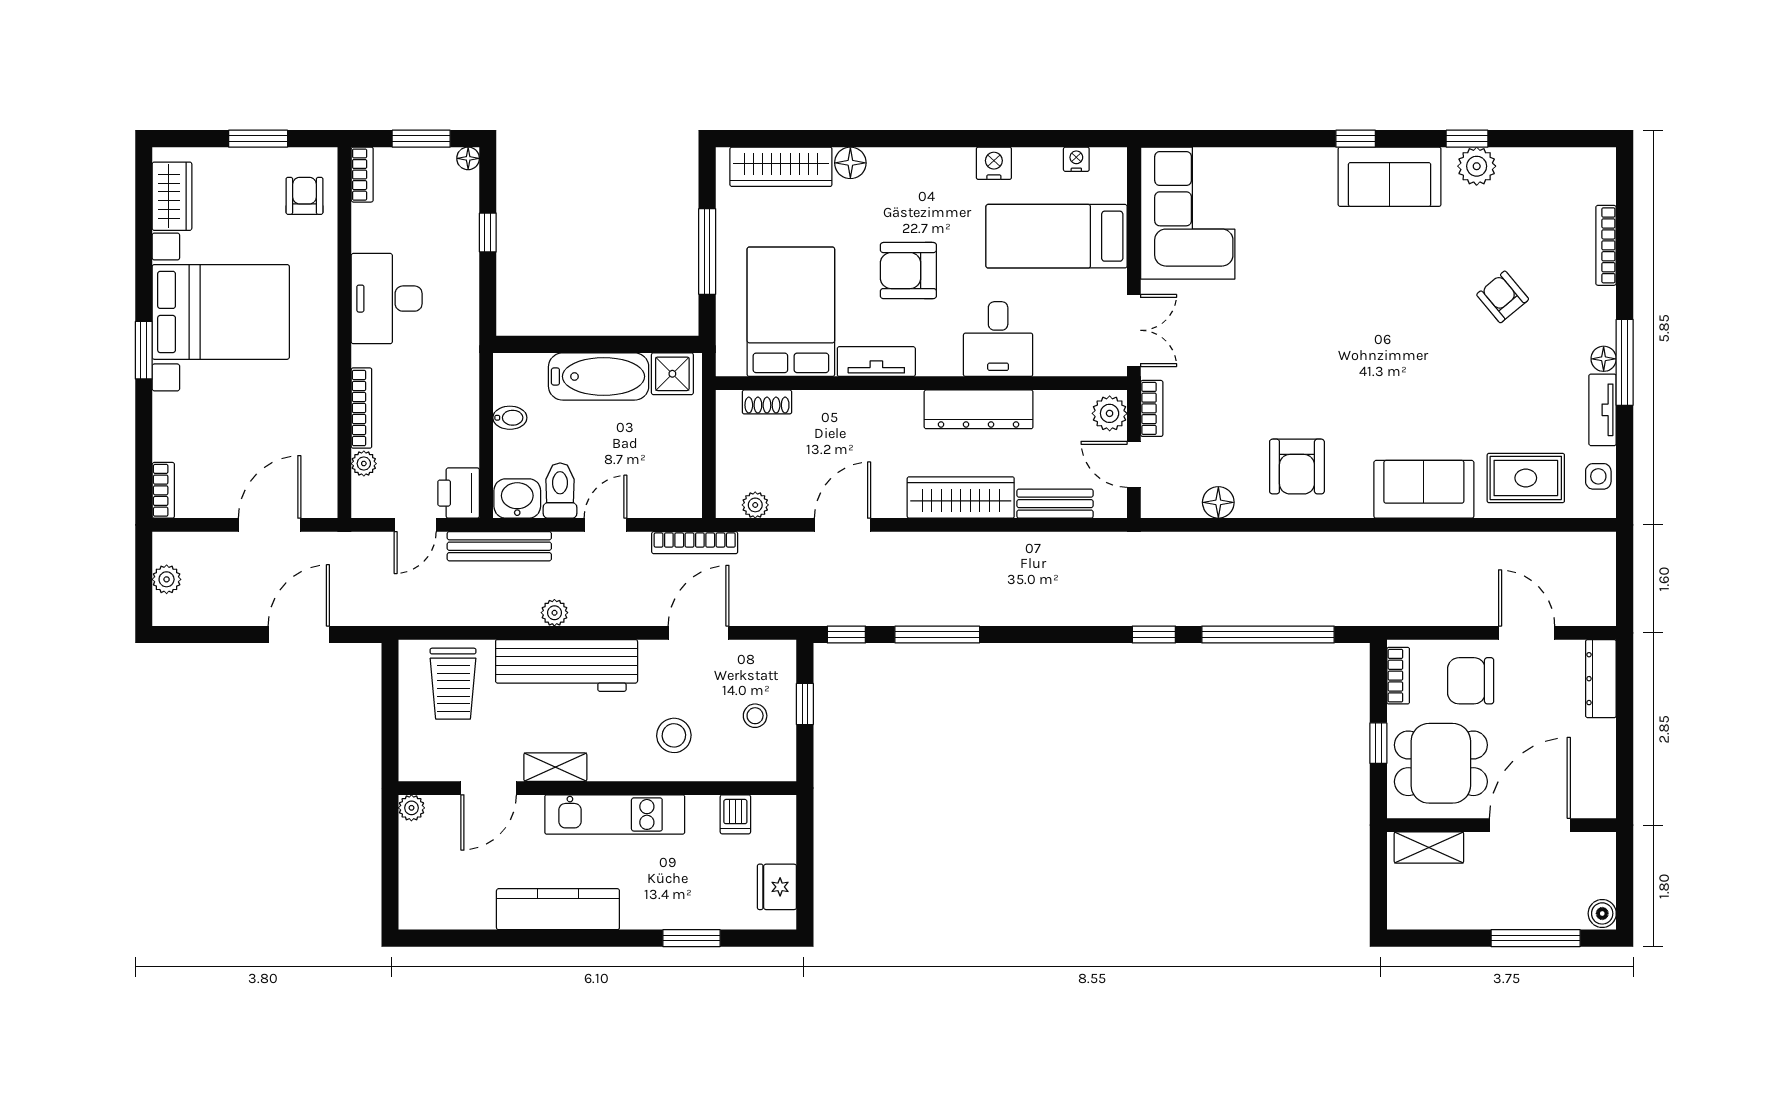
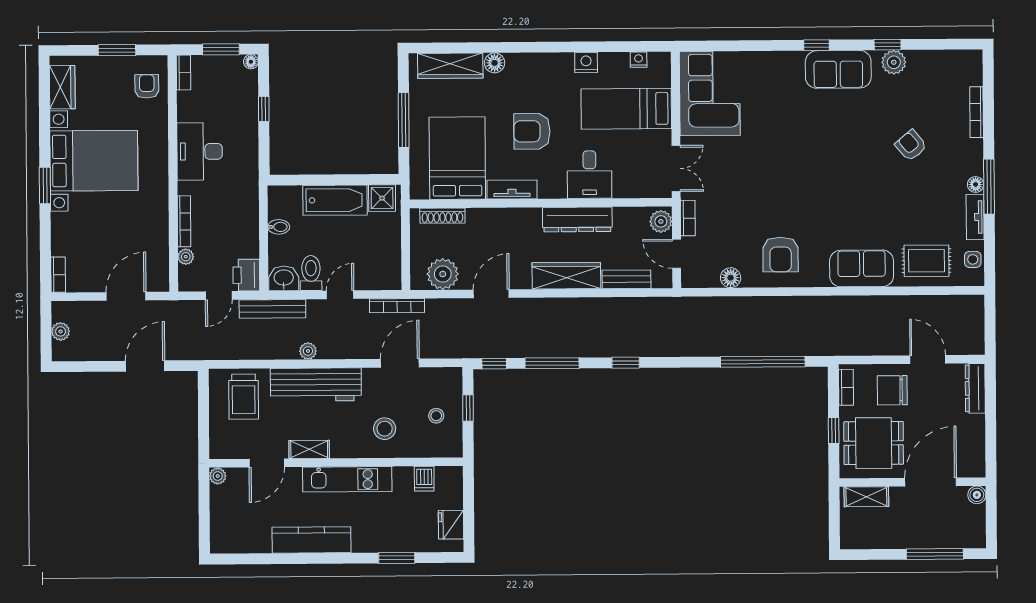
shoe rack: (767, 402) -> (442, 216), width x1.43
plant: (755, 505) -> (443, 274), width x1.87, depth x1.87
window: (1154, 635) -> (626, 363), moved
boiler: (1602, 913) -> (977, 495), moved

